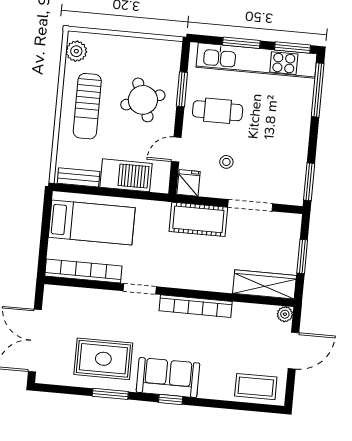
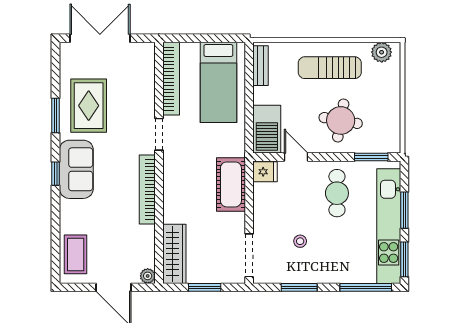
window: (182, 89) -> (371, 157), moved
round table: (143, 100) -> (341, 120), turned 31
stool: (226, 162) -> (300, 241), moved
barbecue: (126, 175) -> (267, 129), moved
window: (309, 182) -> (299, 287), moved
doorway: (250, 205) -> (249, 255), moved

